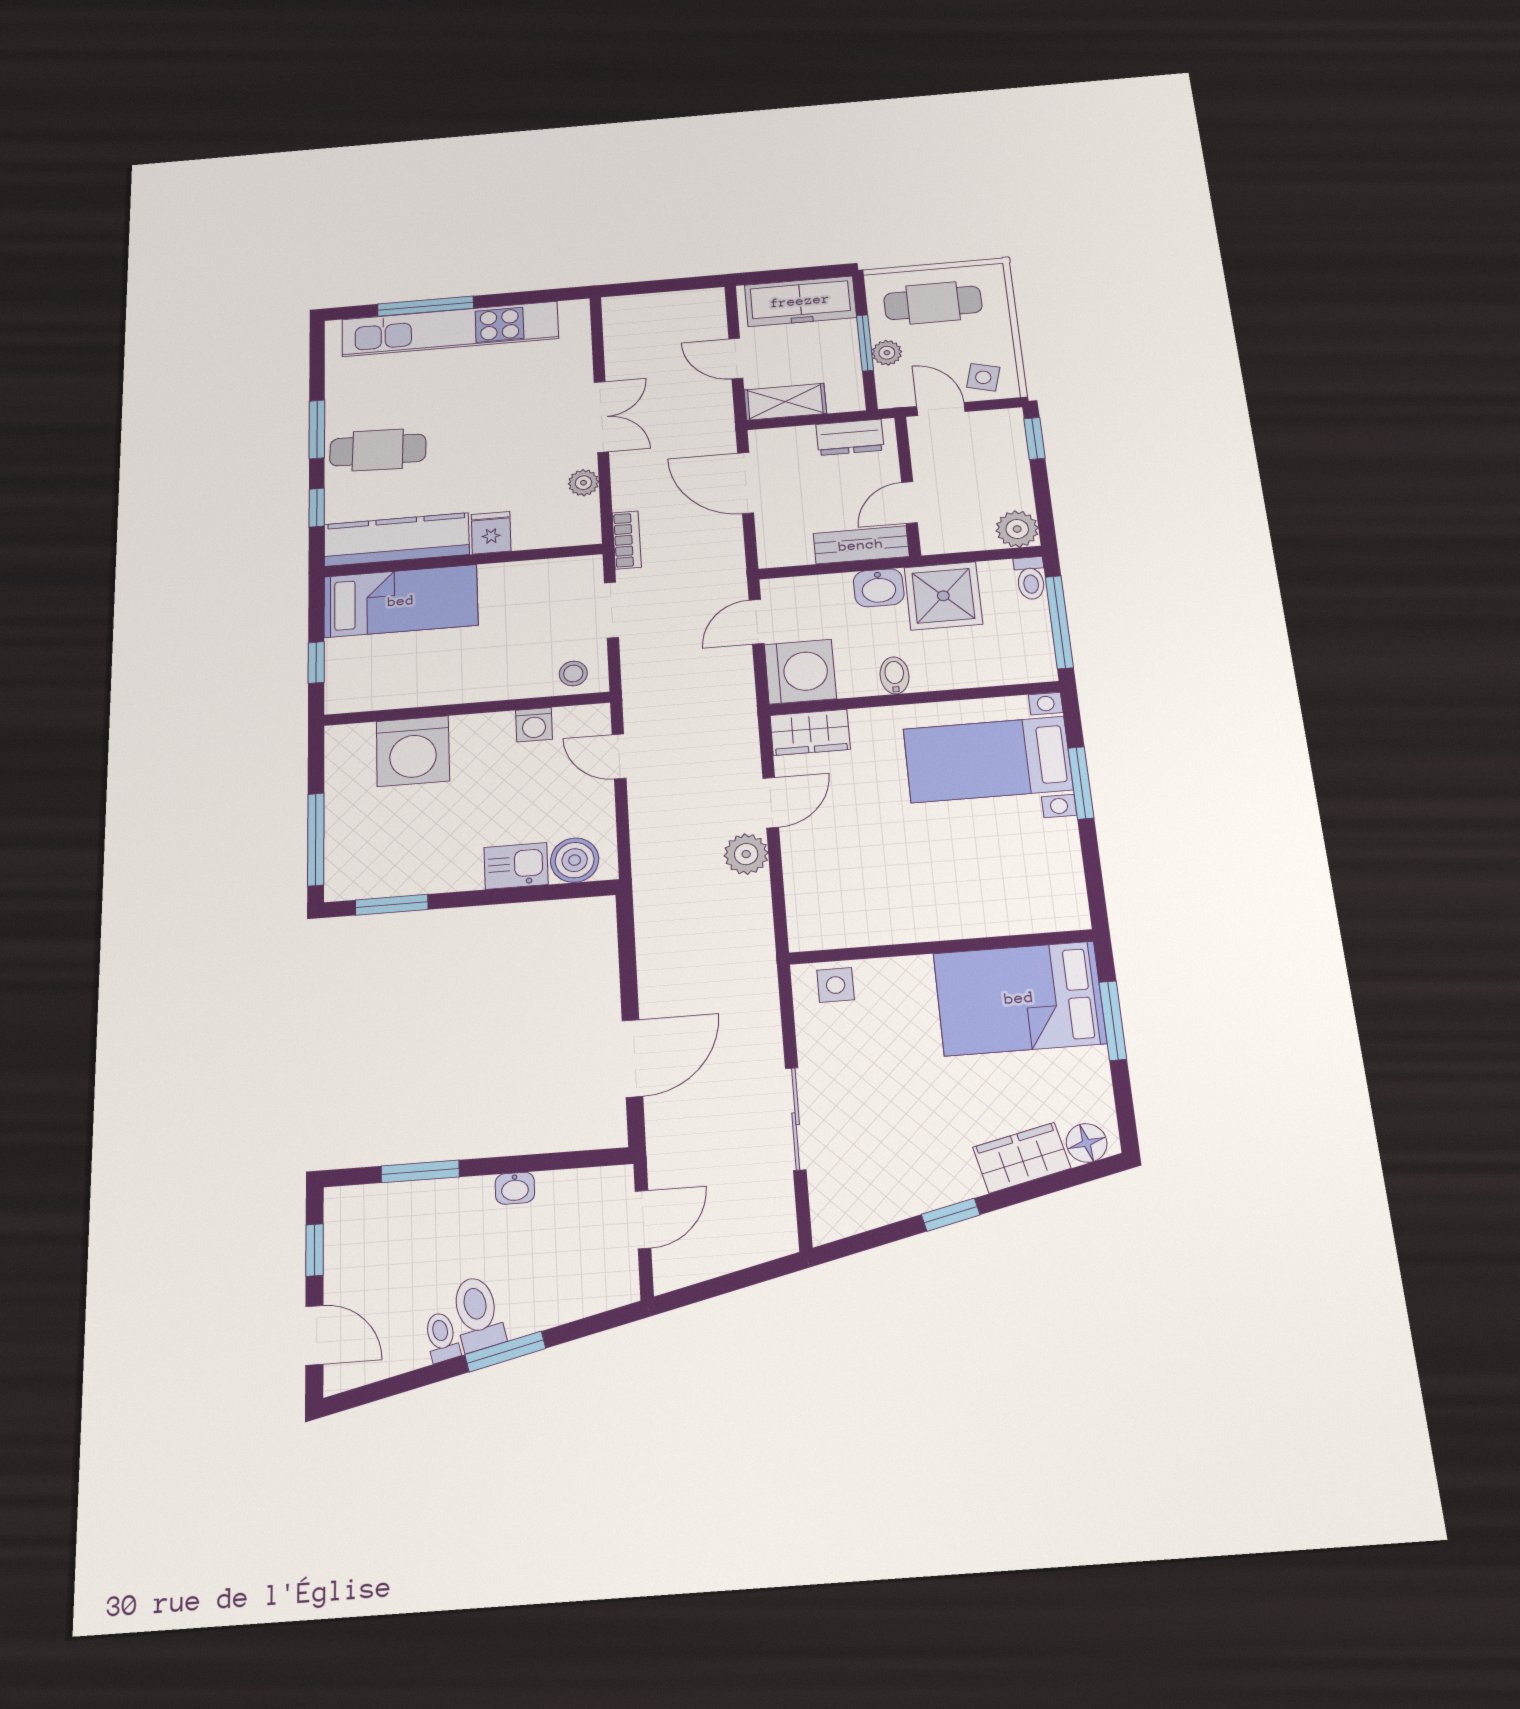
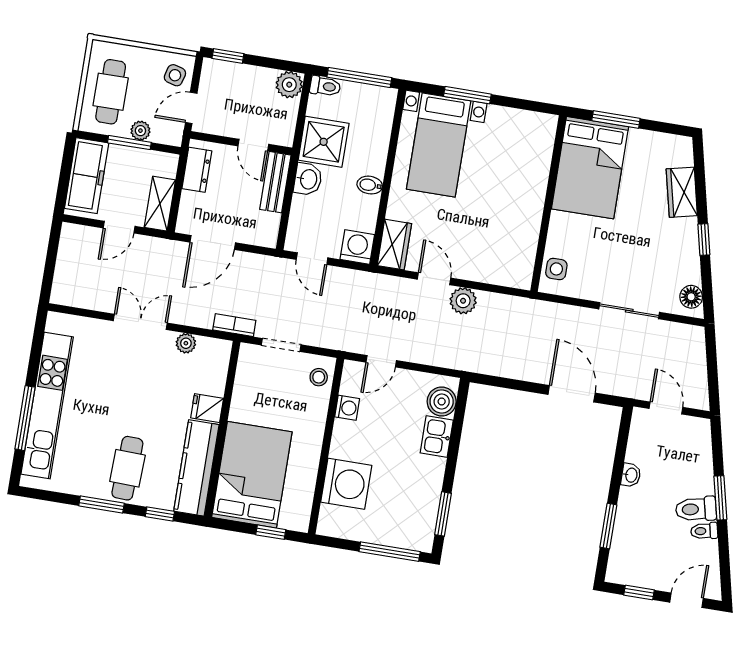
bed: (401, 601) -> (252, 475), width x1.50
washing machine: (800, 672) -> (357, 247), width x0.73, depth x0.73
floor lamp: (1087, 1143) -> (691, 297), moved

